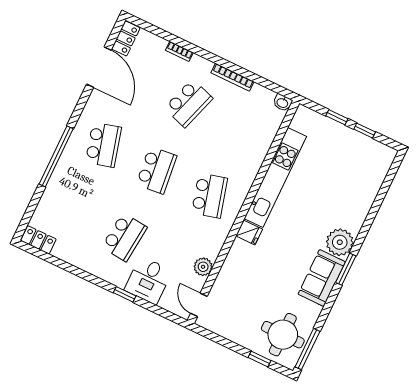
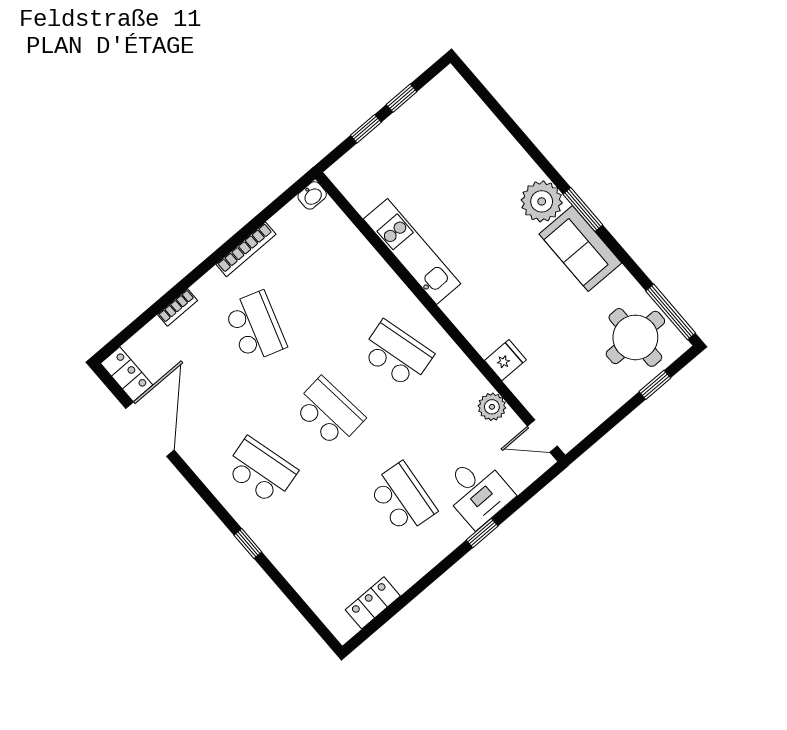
door: (99, 67) -> (150, 429), hinge flipped
window: (56, 156) -> (248, 544), width x0.32
kitchen unit: (275, 178) -> (412, 251), width x0.73
fridge: (249, 232) -> (505, 360), moved
locker: (38, 240) -> (373, 603), moved

